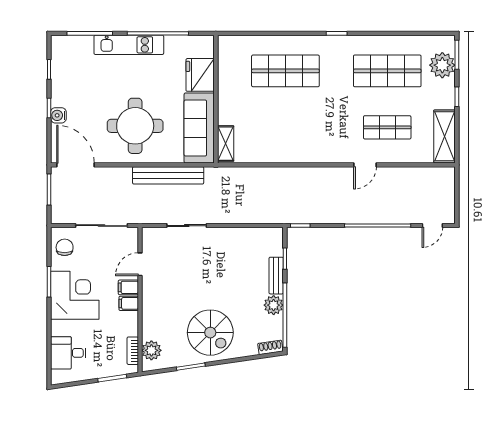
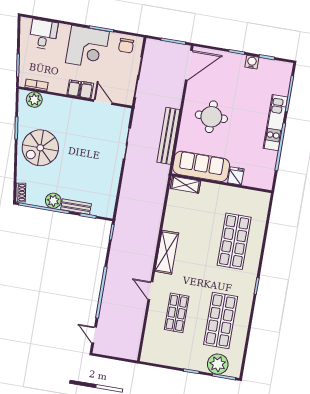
fridge: (200, 75) -> (236, 176), width x0.53, depth x0.75
water cooler: (58, 115) -> (252, 62), moved
round table: (135, 126) -> (211, 117), width x0.73, depth x0.73
shelving: (445, 136) -> (167, 252), moved, turned 90
chair: (65, 247) -> (126, 46), turned 90

